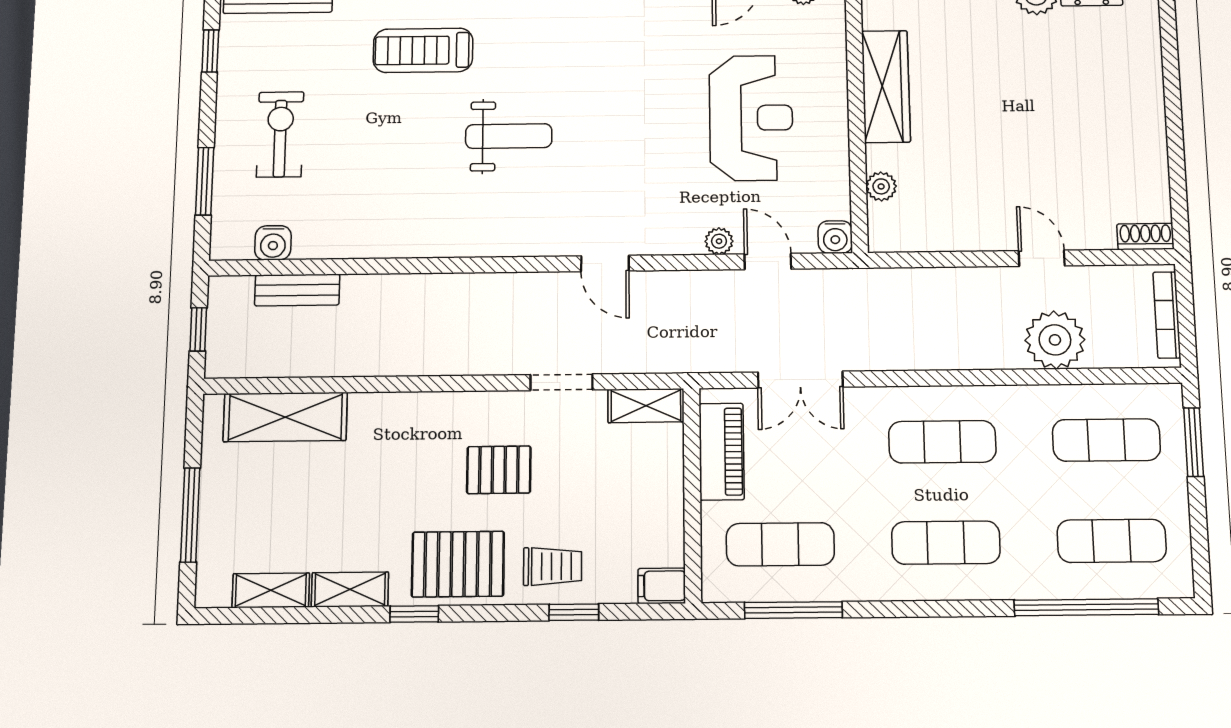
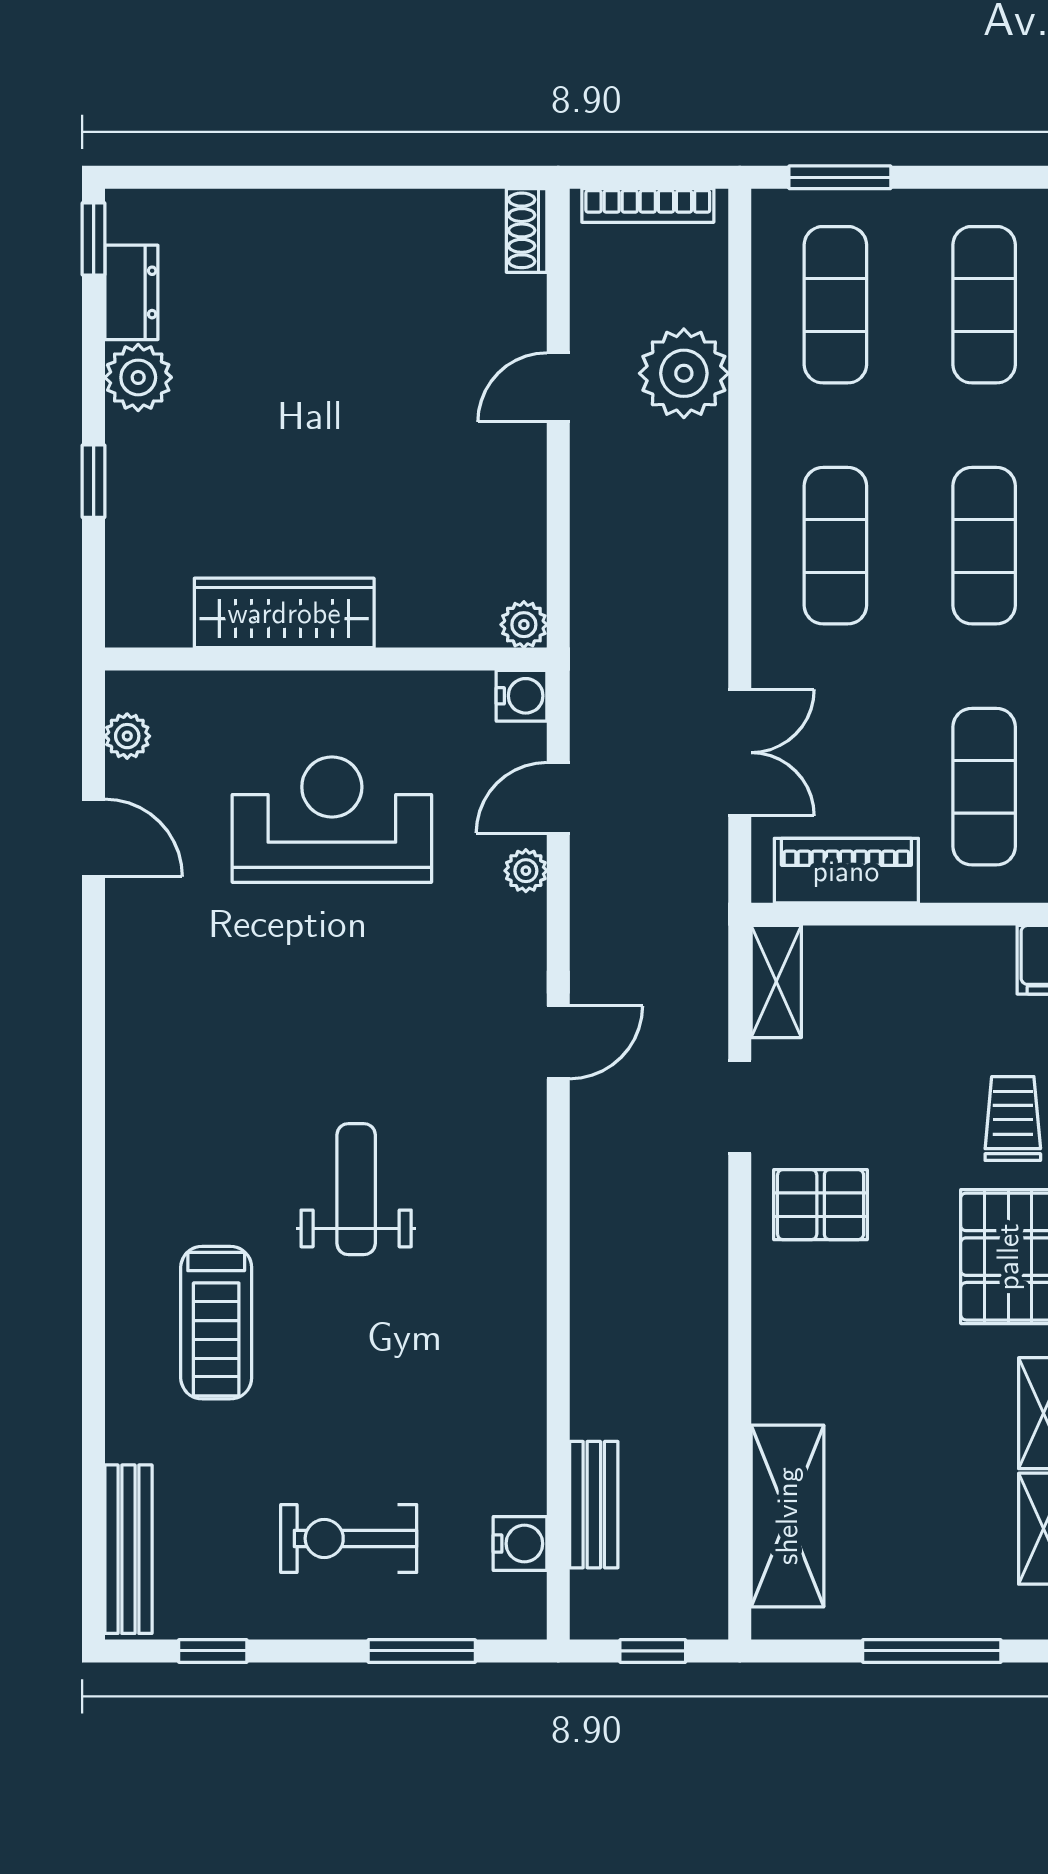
plant: (881, 186) -> (524, 625), moved
pallet: (499, 470) -> (821, 1205), moved, turned 90

